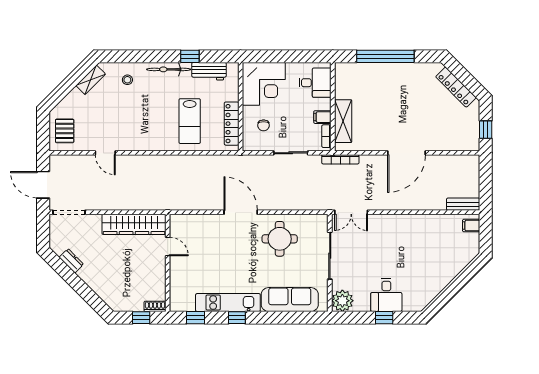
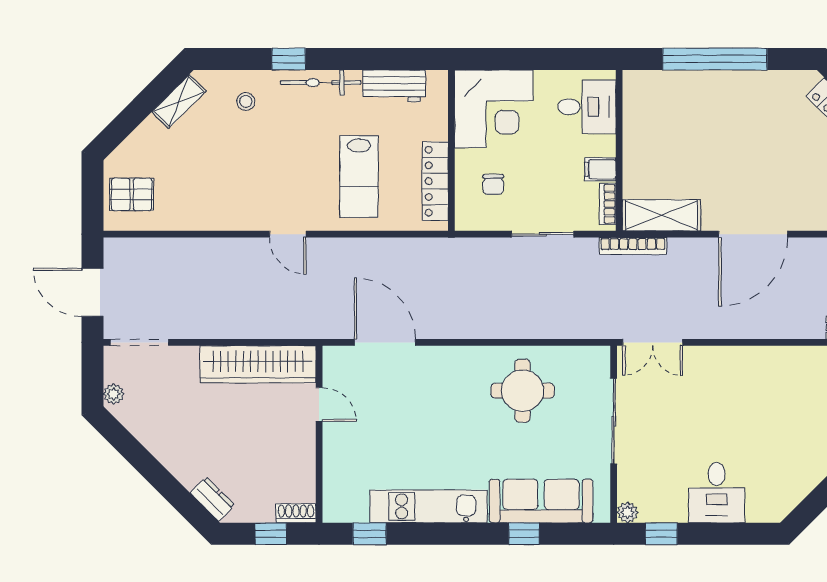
window: (190, 56) -> (289, 59), moved
shelving: (343, 121) -> (661, 215), moved, turned 90
pallet: (65, 131) -> (132, 194), turned 90
door: (105, 153) -> (288, 234), moved
door: (241, 212) -> (385, 342), moved
plant: (55, 241) -> (114, 394), added
dresser: (71, 261) -> (212, 499), moved
plant: (342, 301) -> (627, 512), width x0.53, depth x0.53
window: (237, 318) -> (524, 534), moved
window: (384, 318) -> (661, 534), moved

